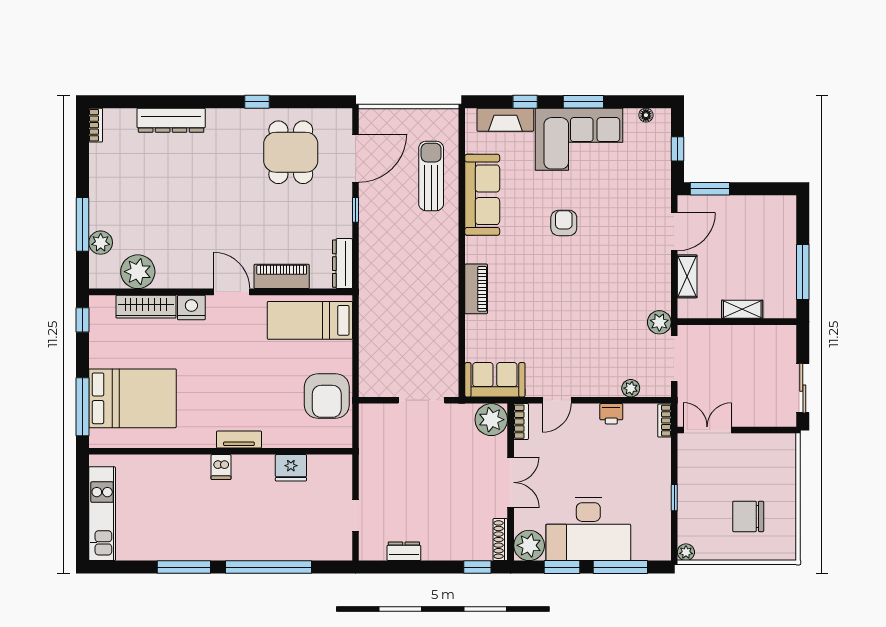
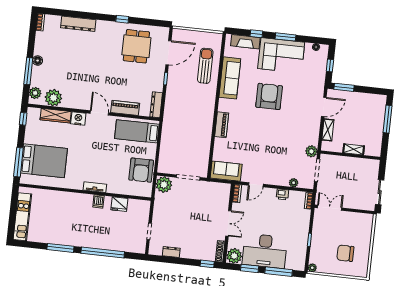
floor lamp: (98, 202) -> (38, 61), added
armchair: (564, 223) -> (269, 96), width x1.88, depth x1.88
plant: (101, 243) -> (35, 93), moved
window: (803, 272) -> (388, 119), moved
plant: (491, 420) -> (164, 185), moved
dishwasher: (221, 467) -> (98, 201), moved

